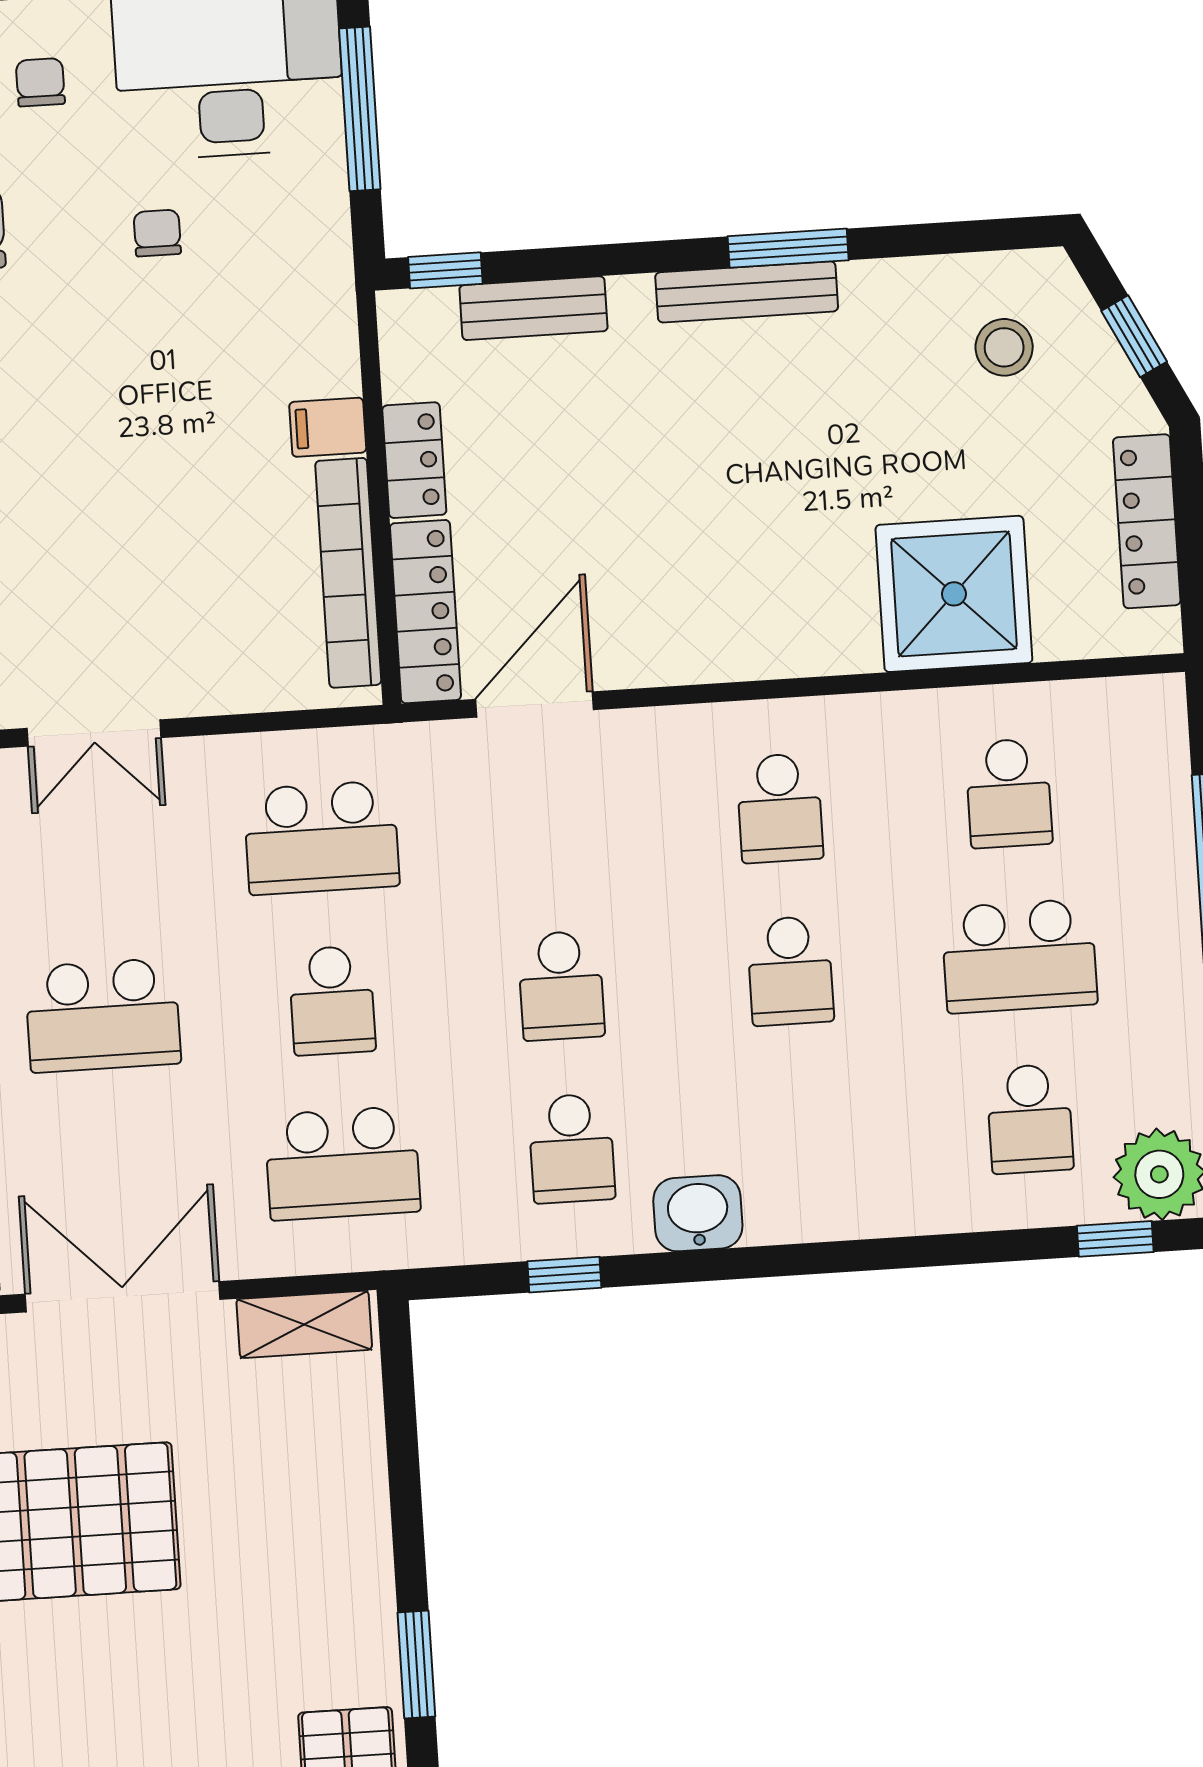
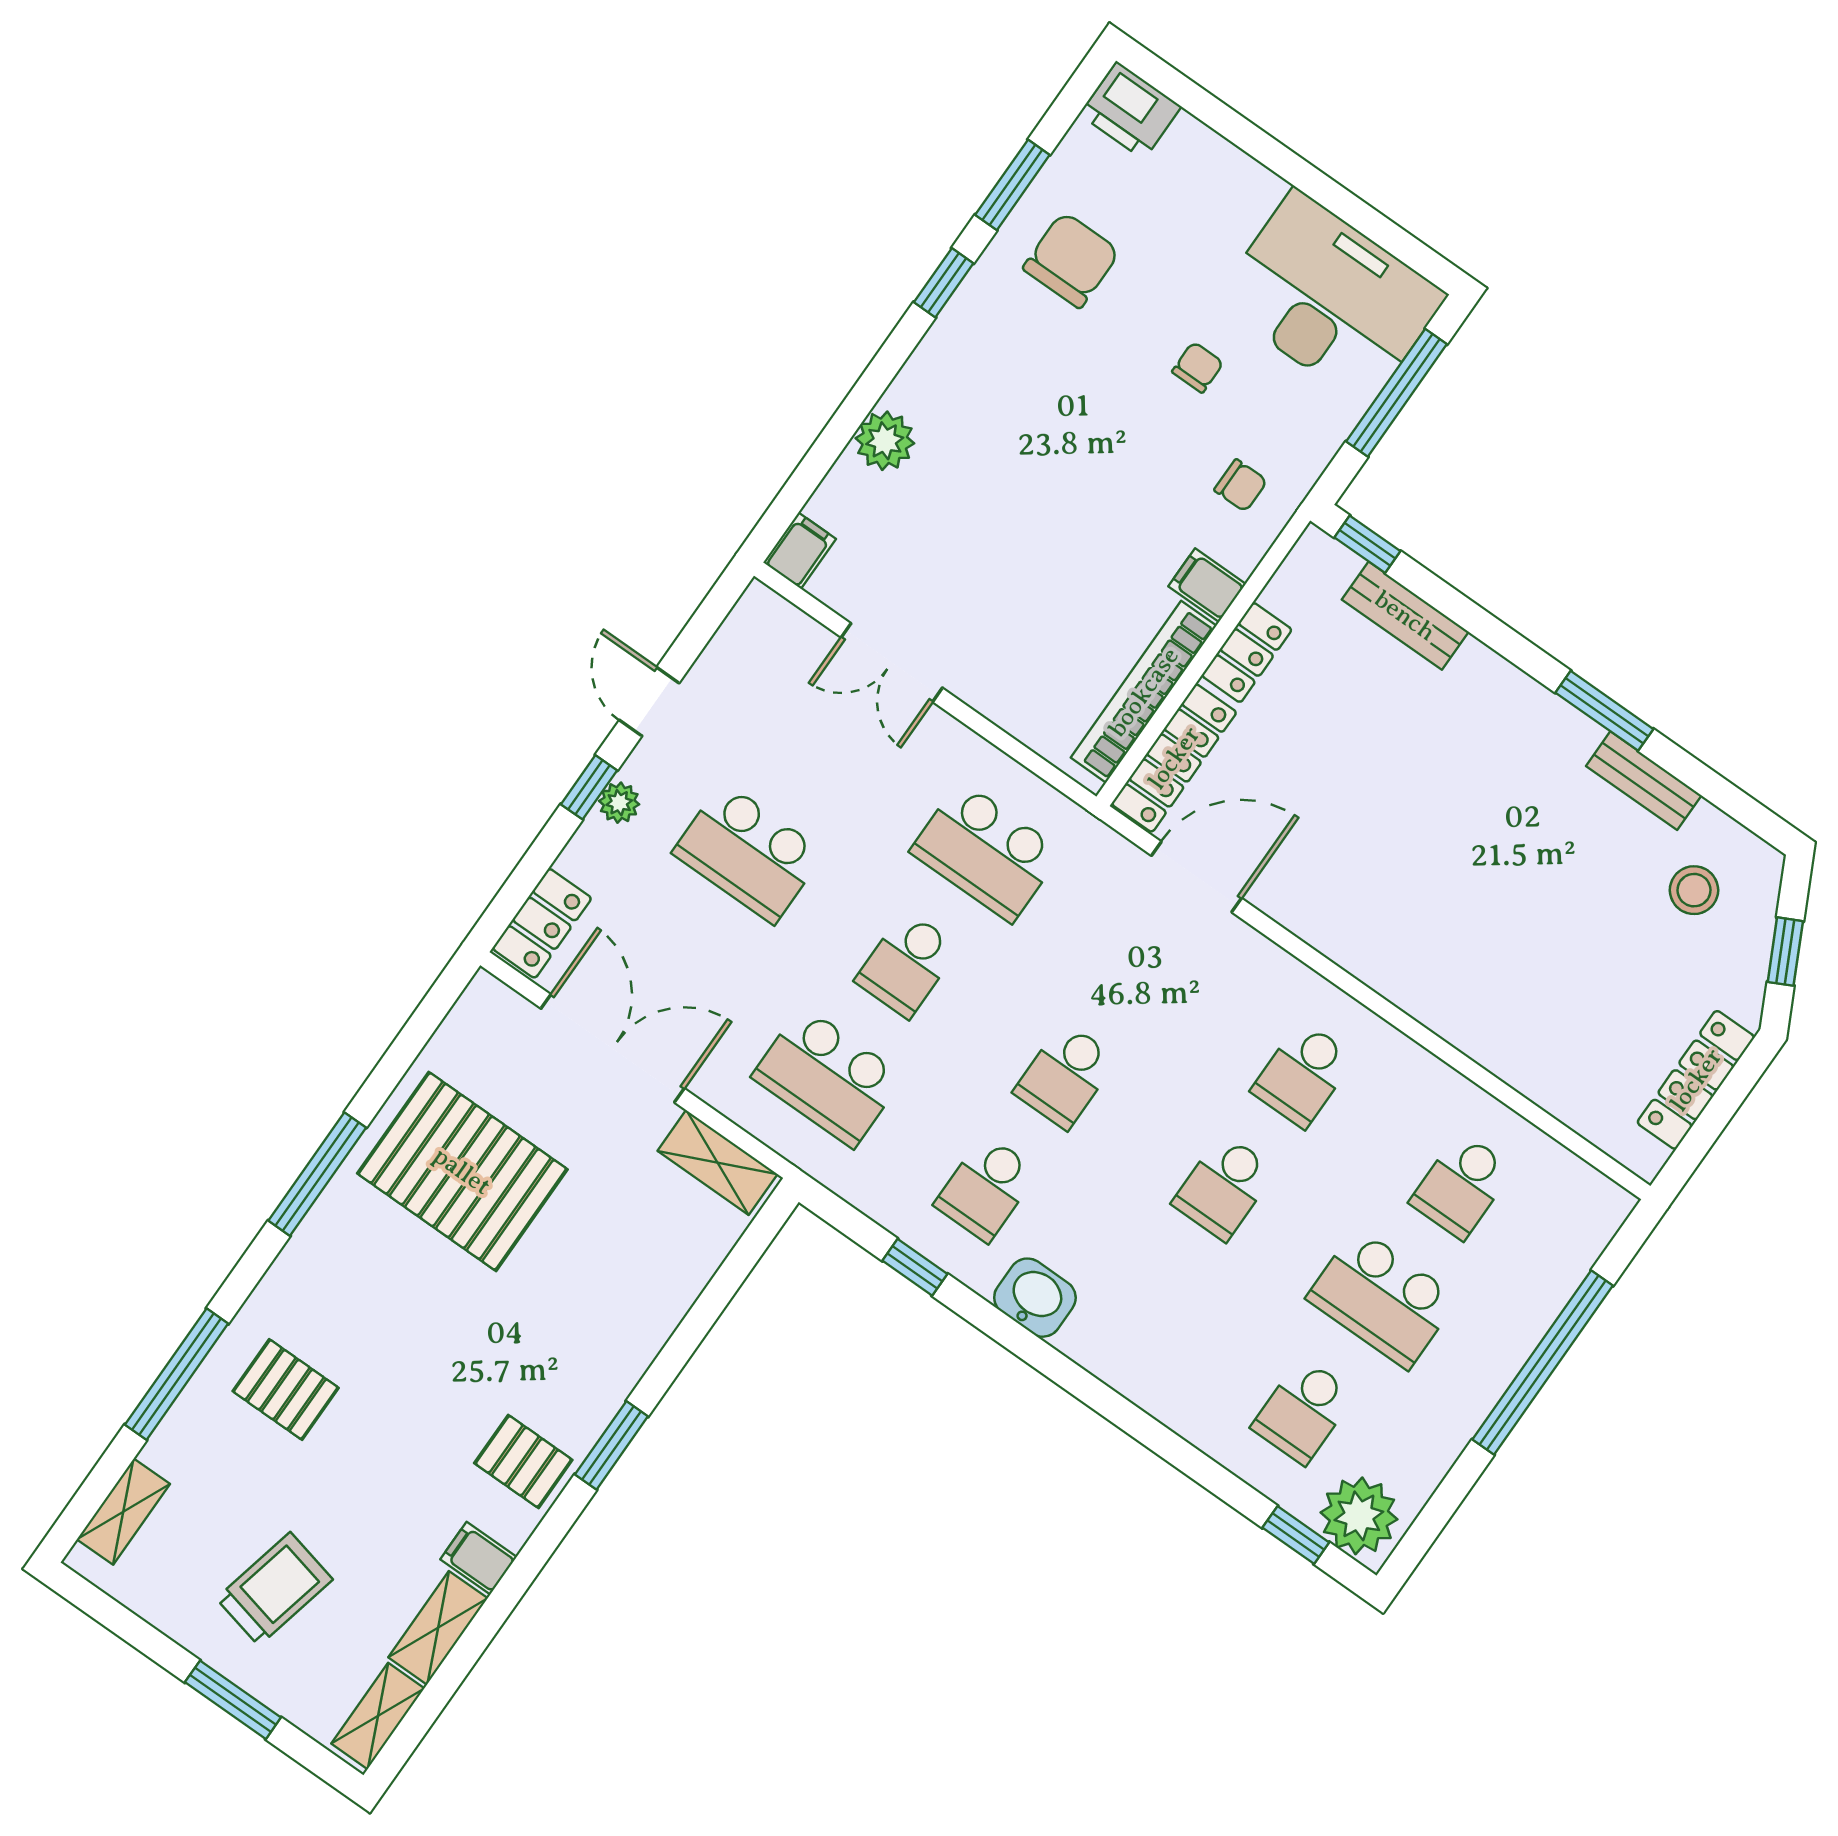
chair: (40, 82) -> (1241, 485), moved, turned 90
bench: (747, 292) -> (1644, 781), moved, width x0.73
shower: (954, 594) -> (1531, 1026), removed

